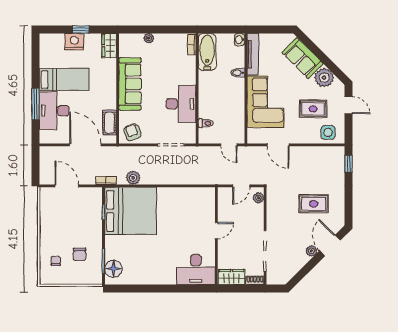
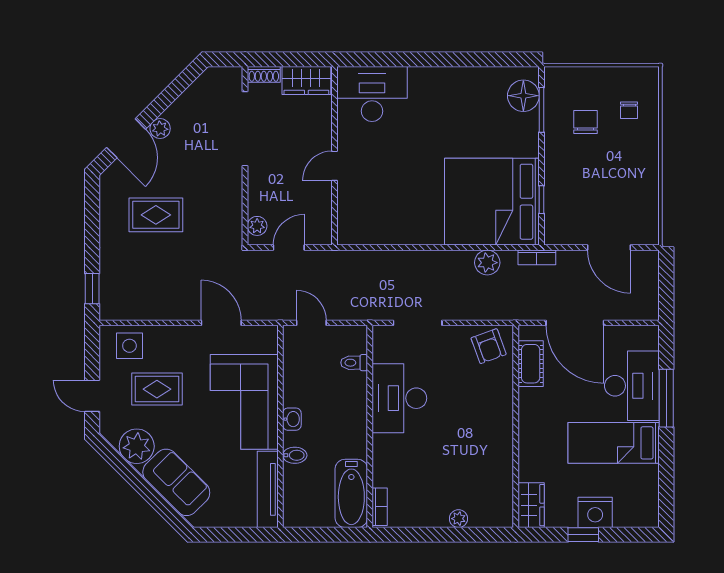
washbasin: (240, 40) -> (292, 419), moved
sofa: (130, 84) -> (493, 435), removed

